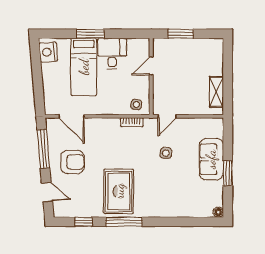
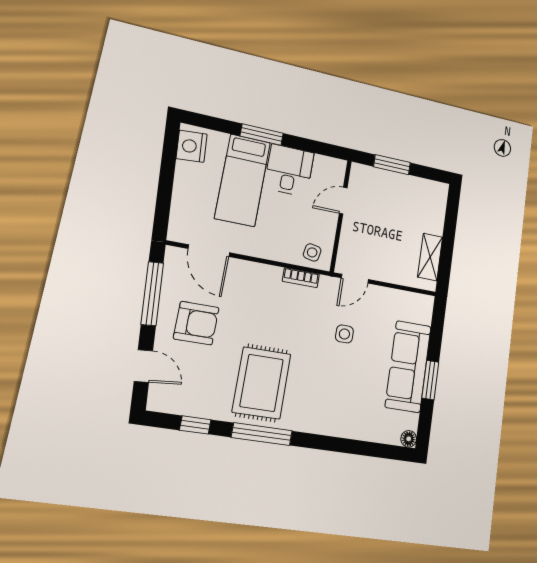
sofa: (211, 159) -> (408, 366), width x1.36

